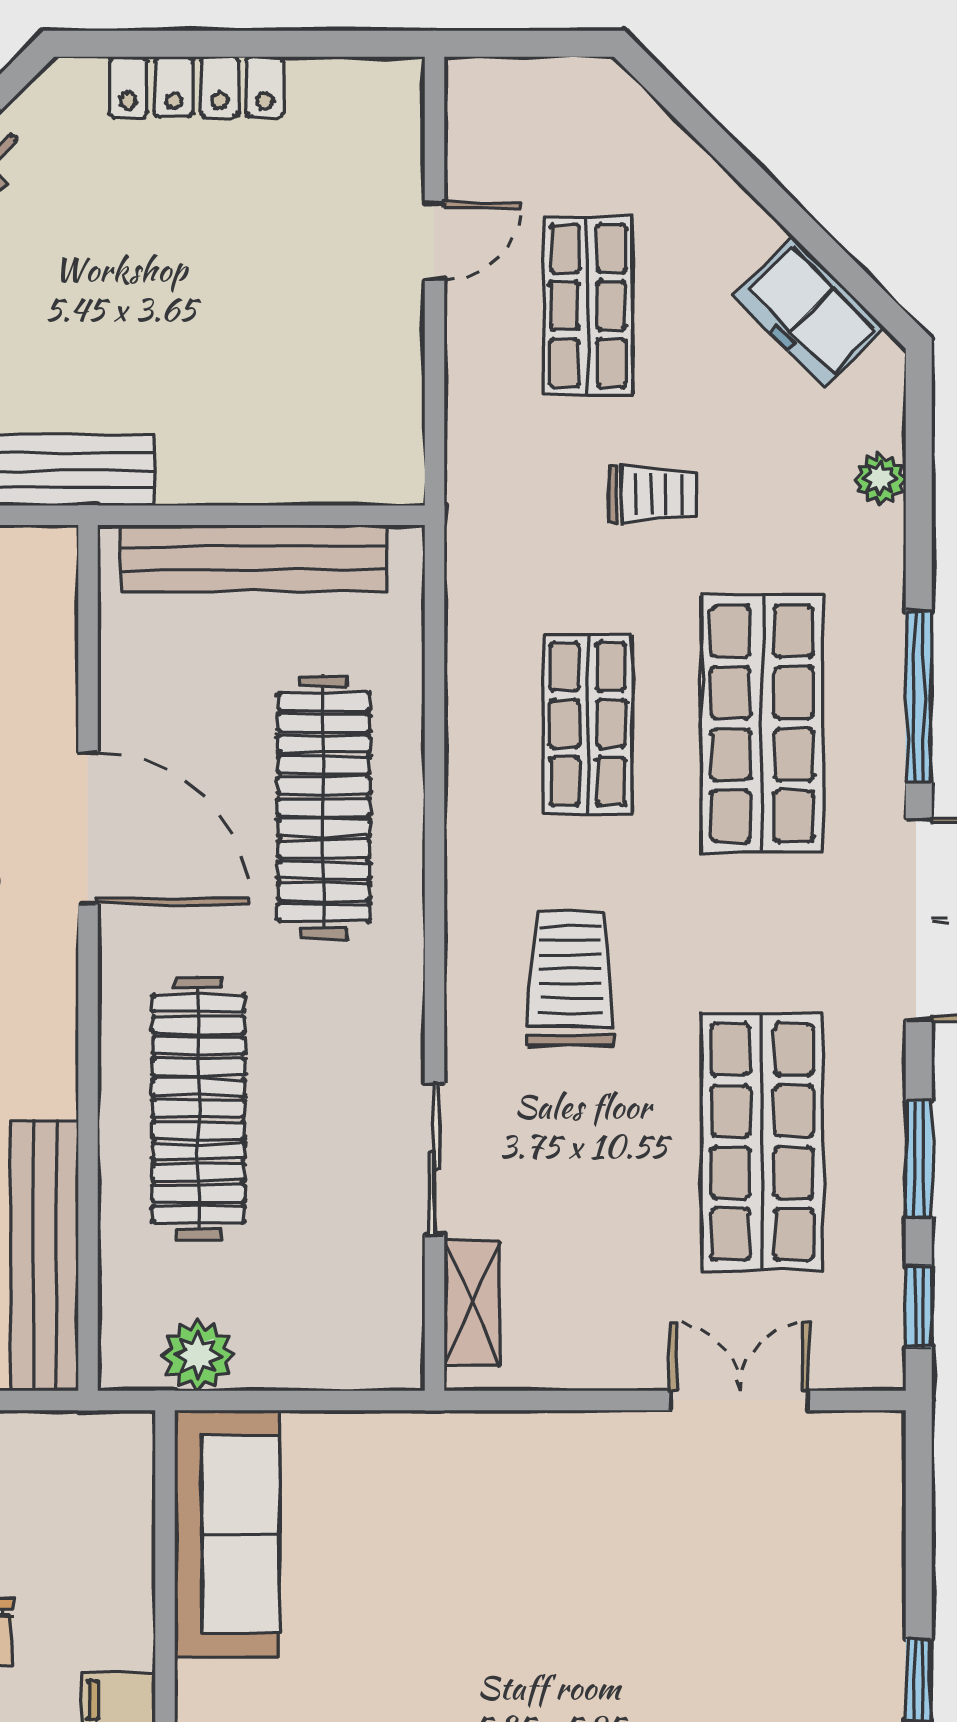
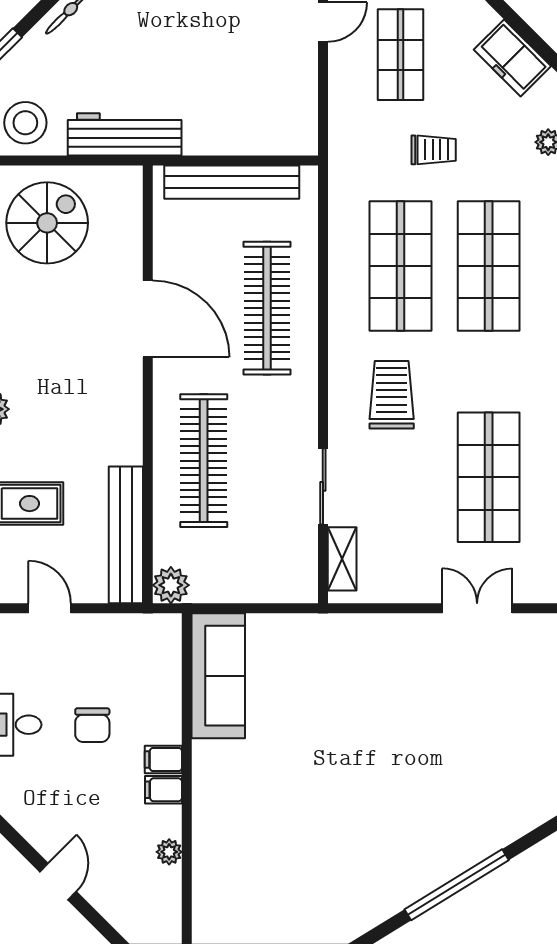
shop shelf: (588, 724) -> (401, 266), width x1.43, depth x1.36
plant: (198, 1355) -> (171, 585), moved

